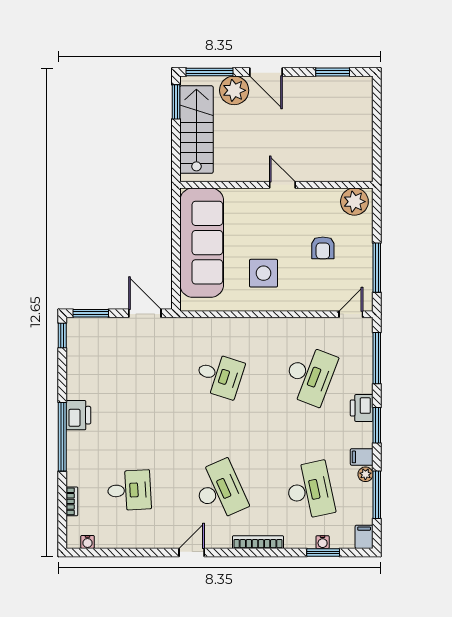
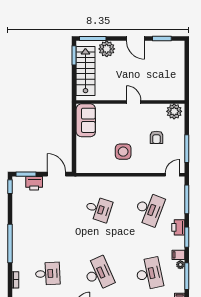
door: (266, 72) -> (135, 39), moved
sofa: (202, 243) -> (86, 120), width x0.54, depth x0.79
printer: (78, 415) -> (34, 183), moved, turned 90

